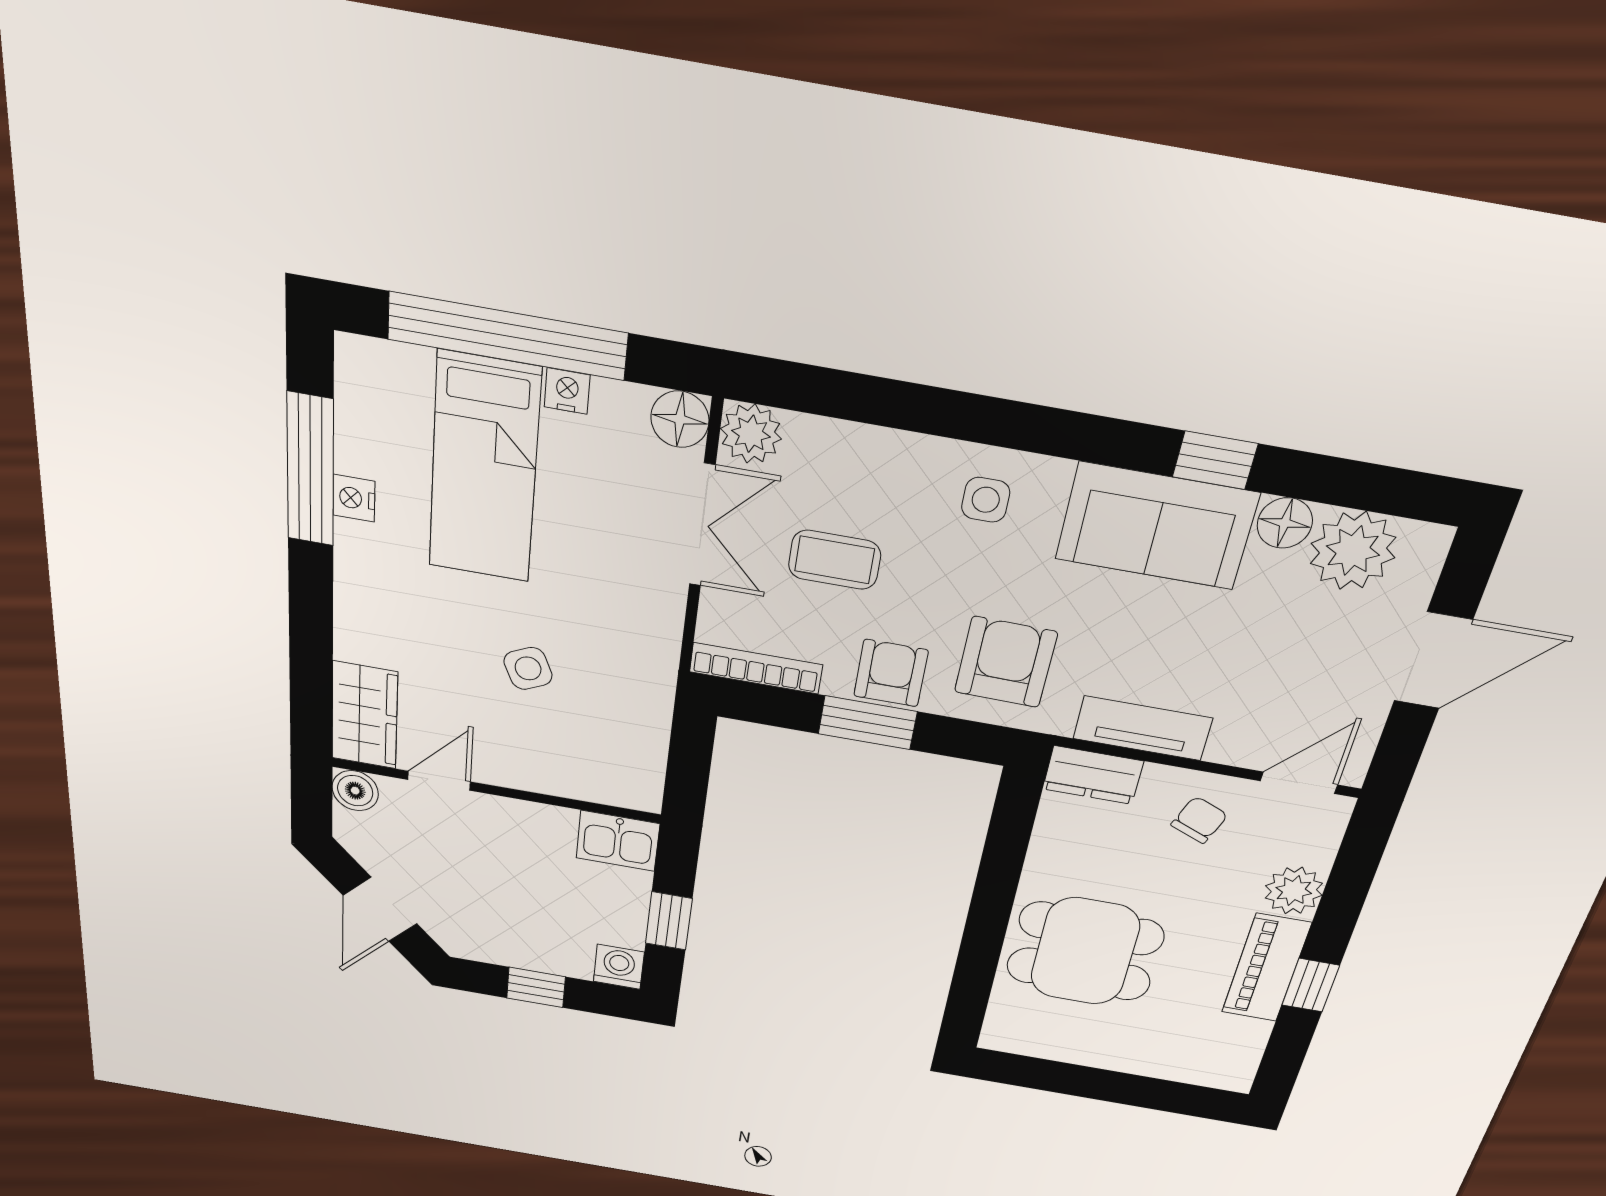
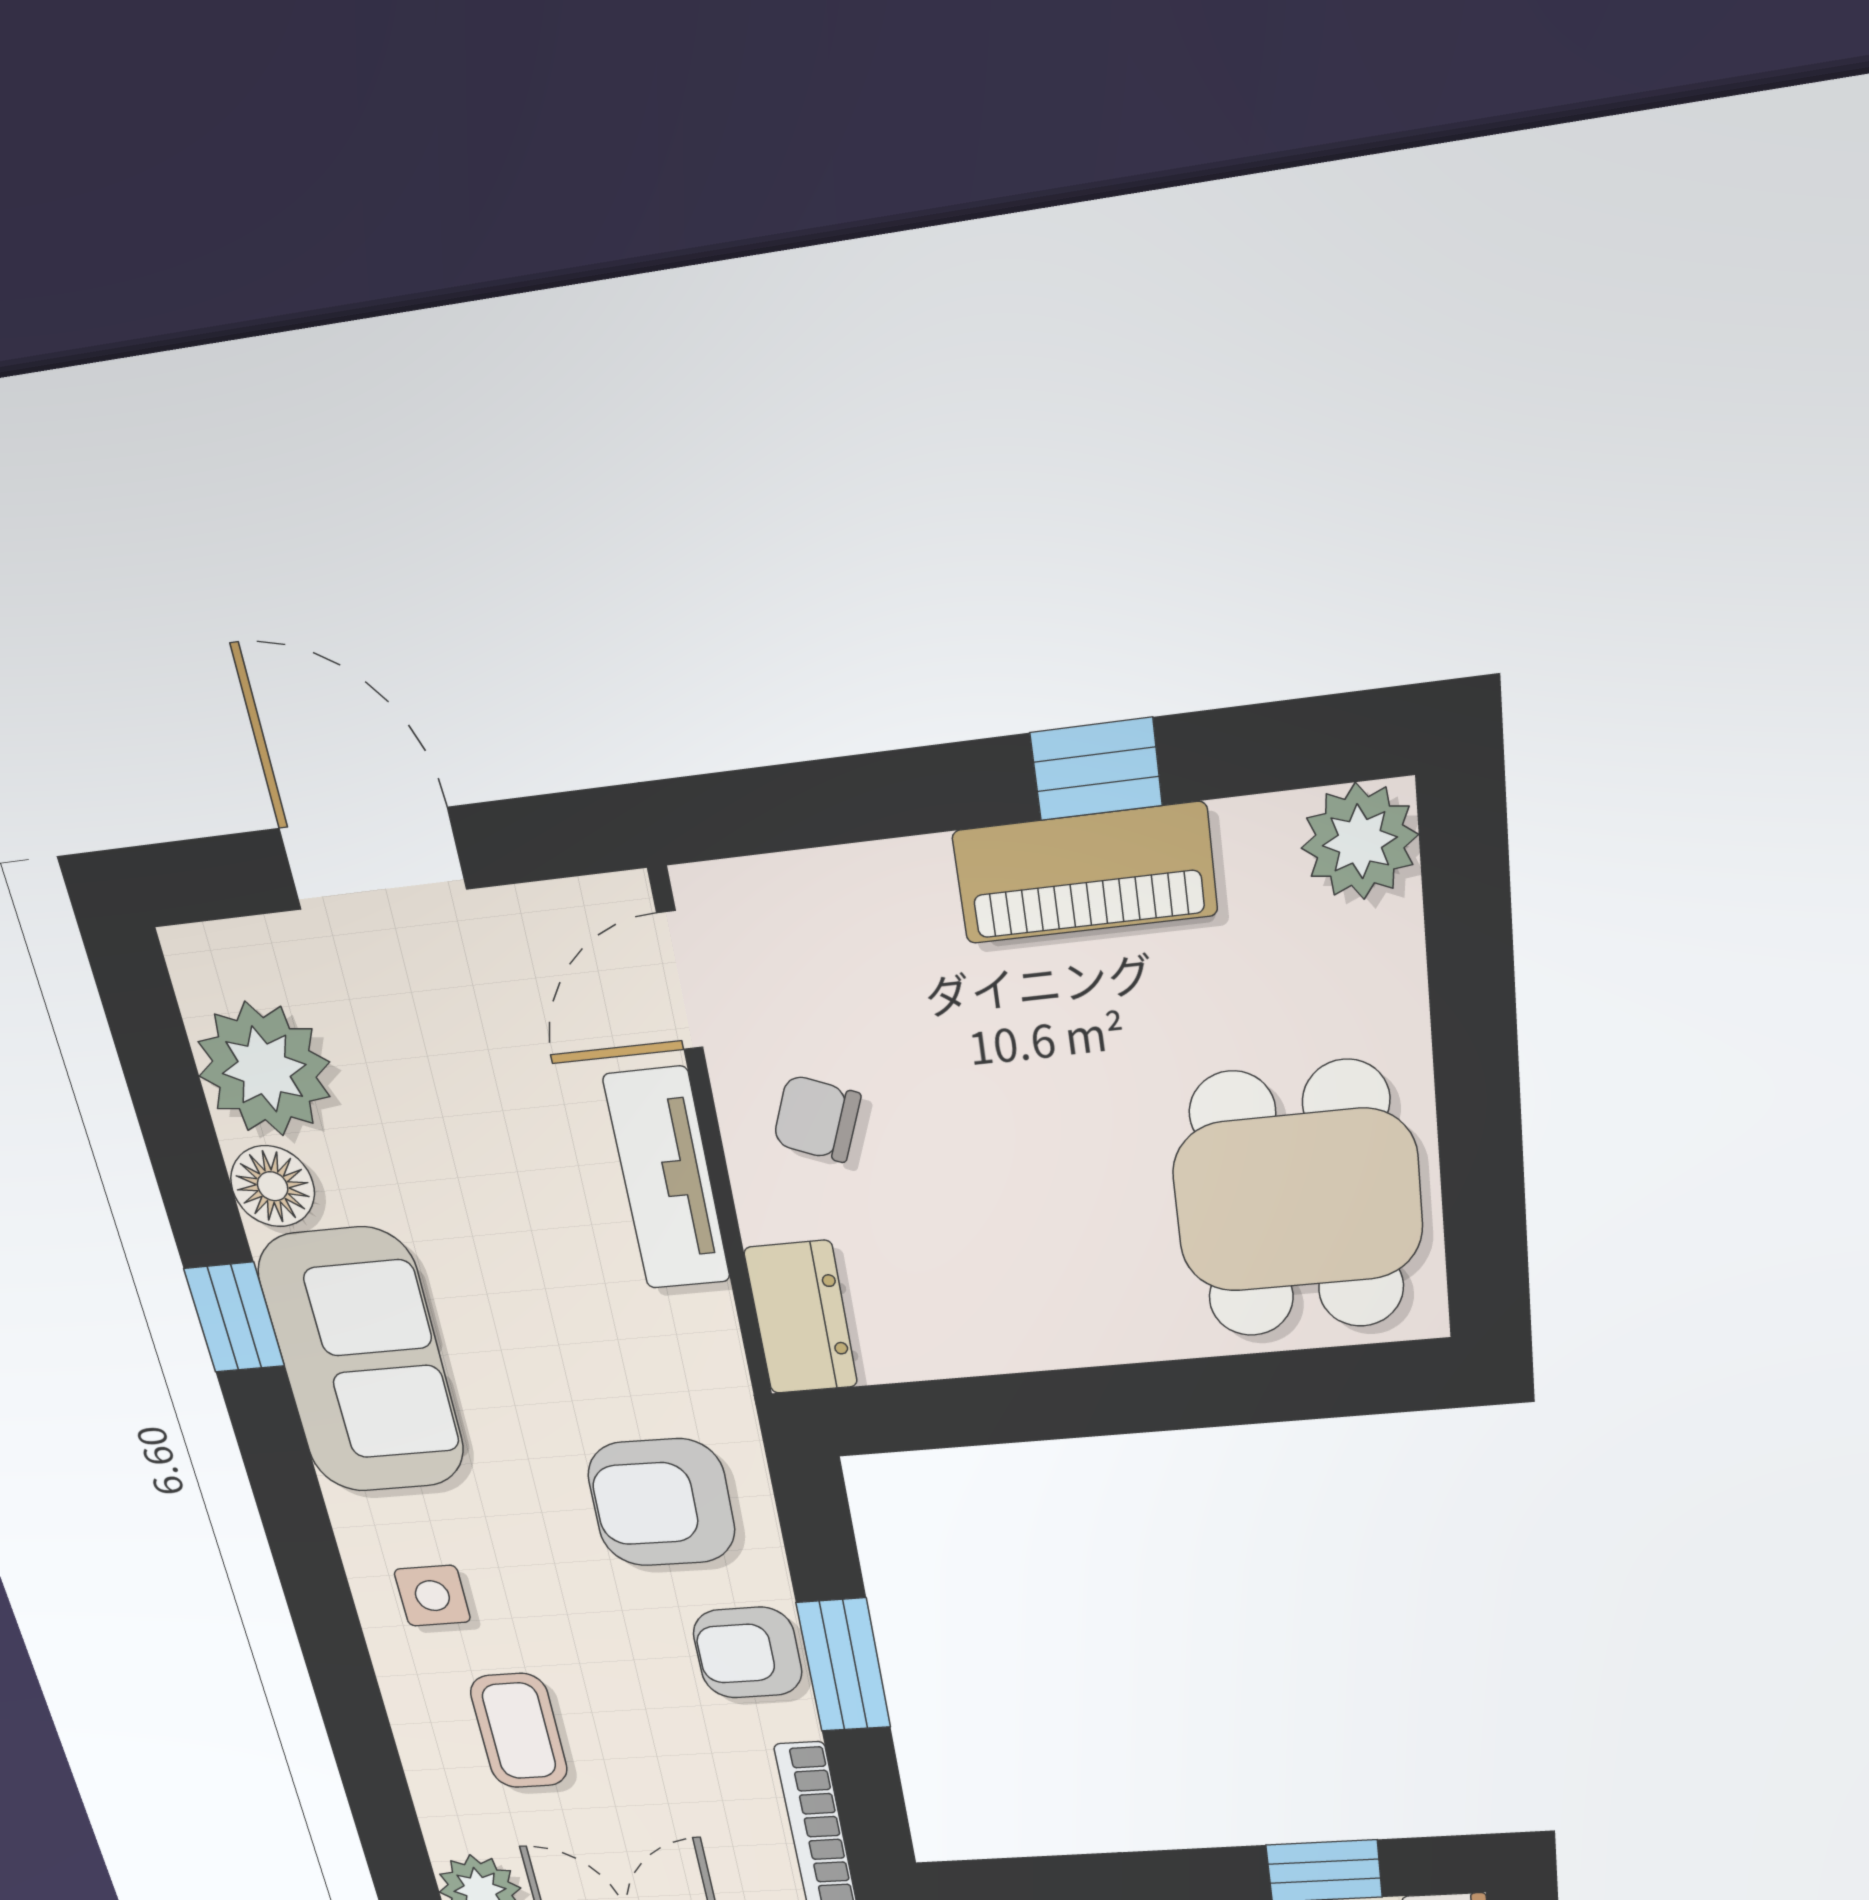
coffee table: (835, 560) -> (519, 1731), moved
tv unit: (1143, 728) -> (667, 1179), moved
door: (1299, 783) -> (680, 981), hinge flipped
plant: (1294, 891) -> (1360, 841), moved
dining table: (1085, 951) -> (1298, 1201), moved

